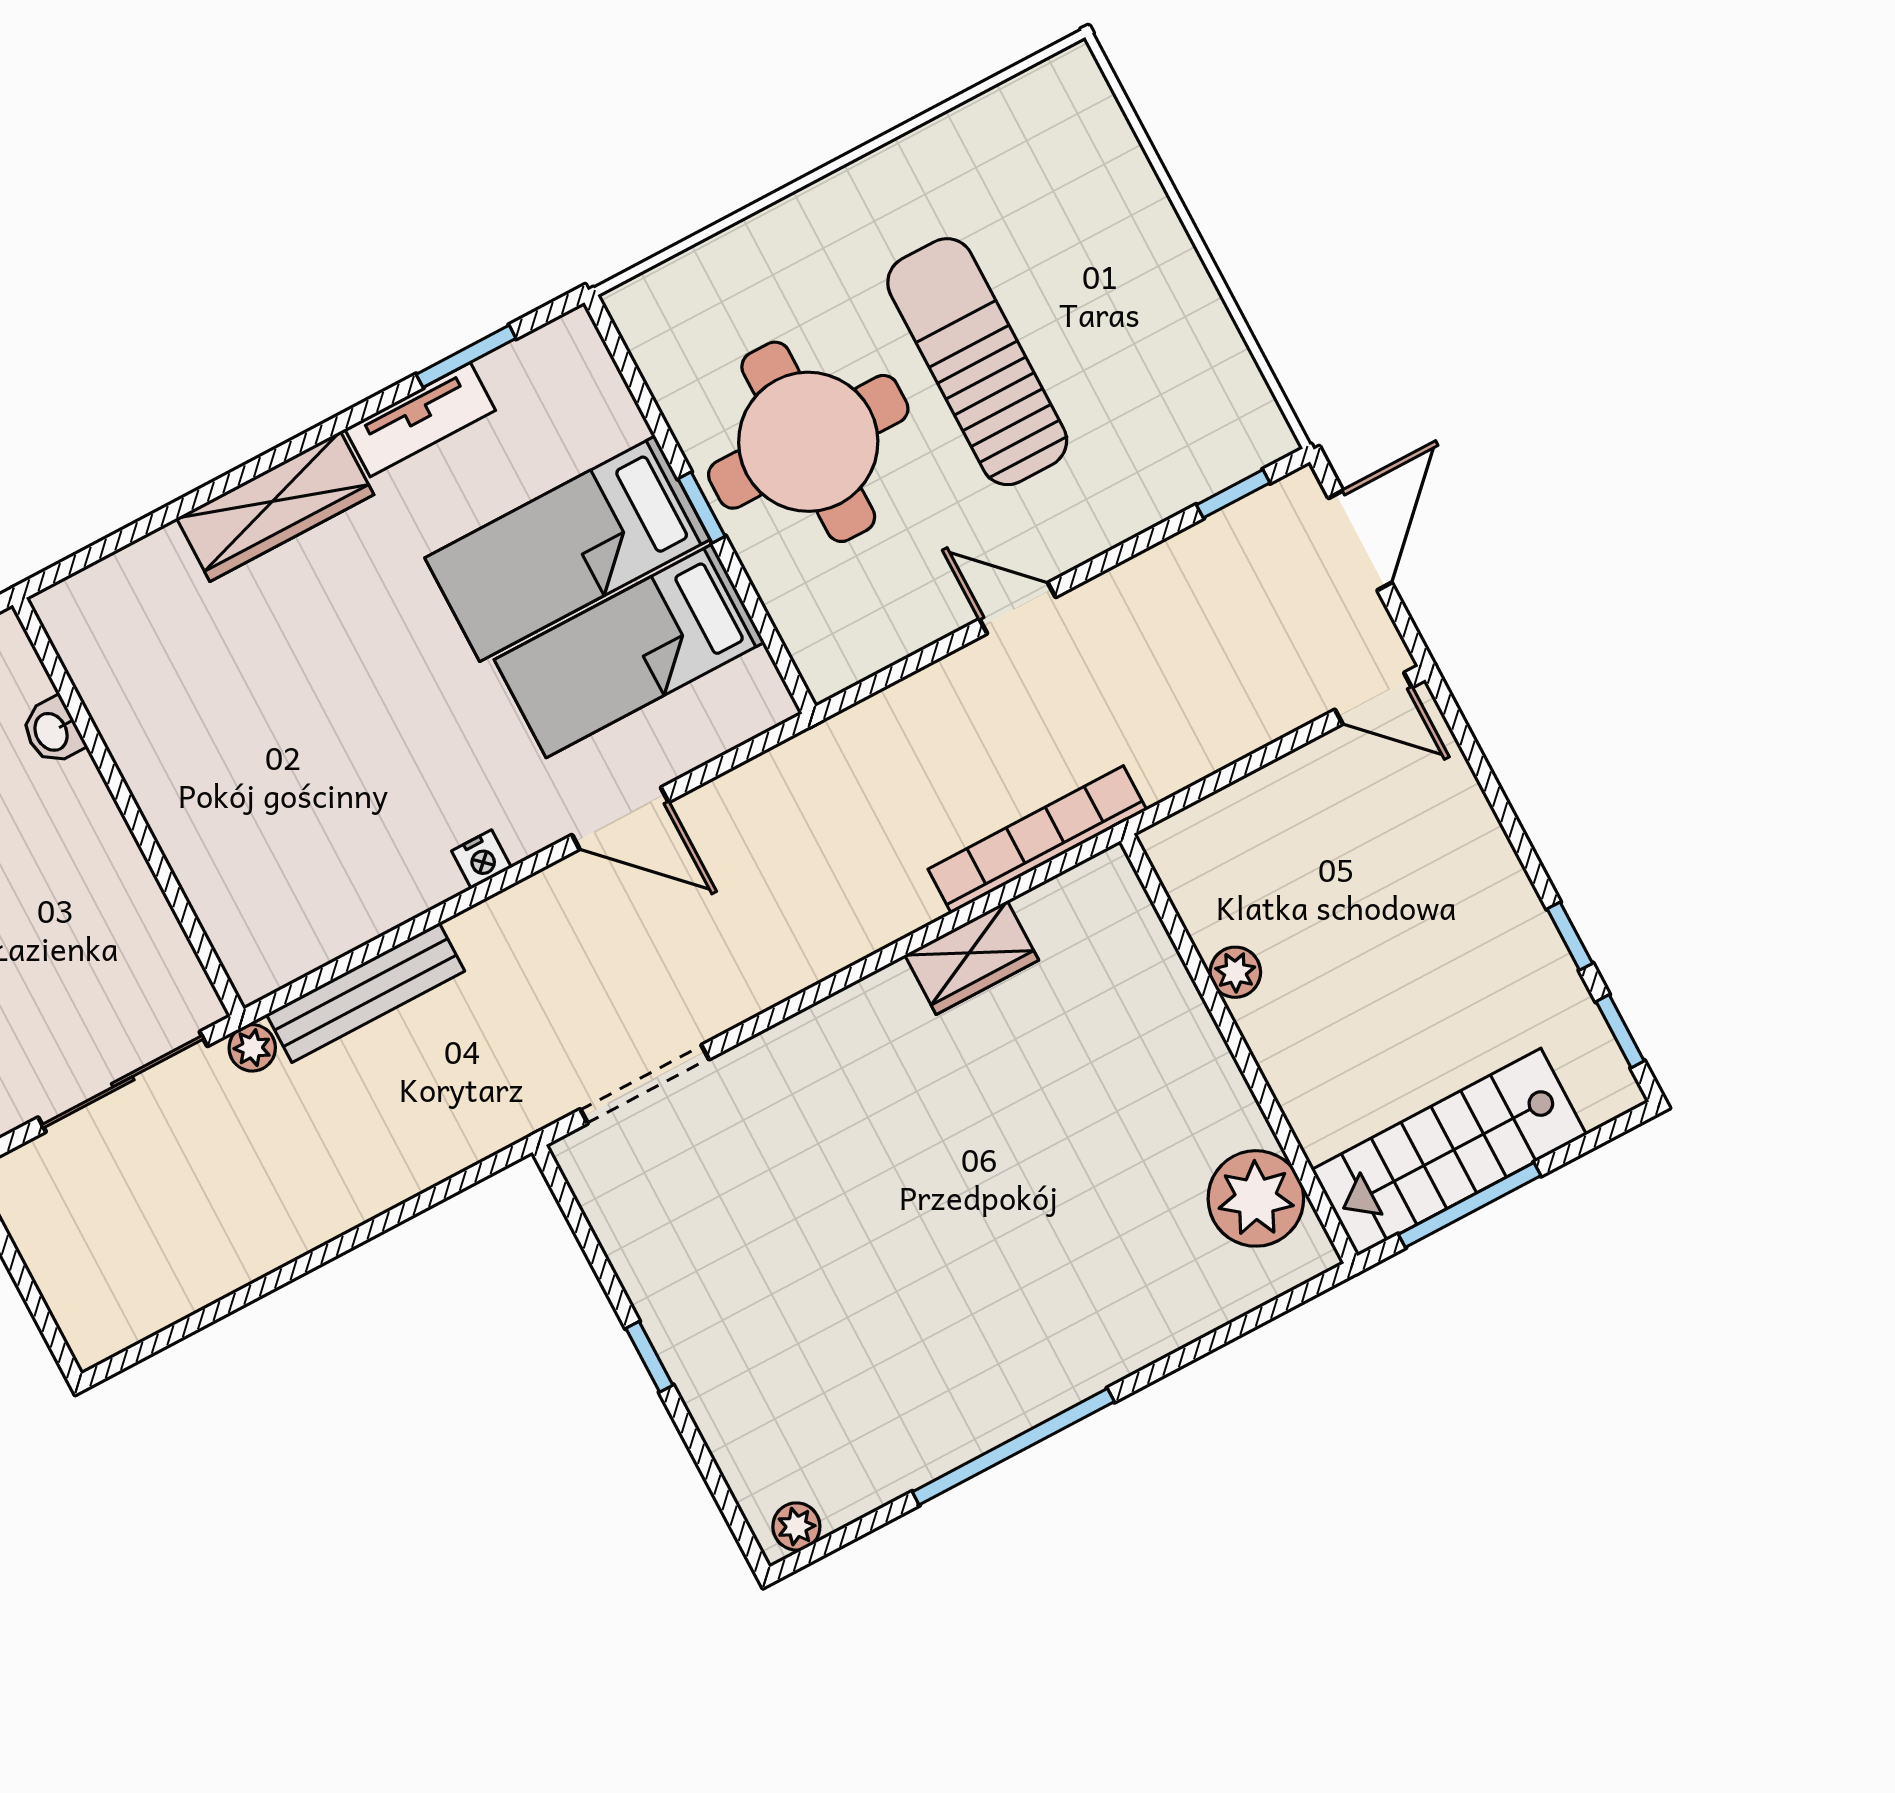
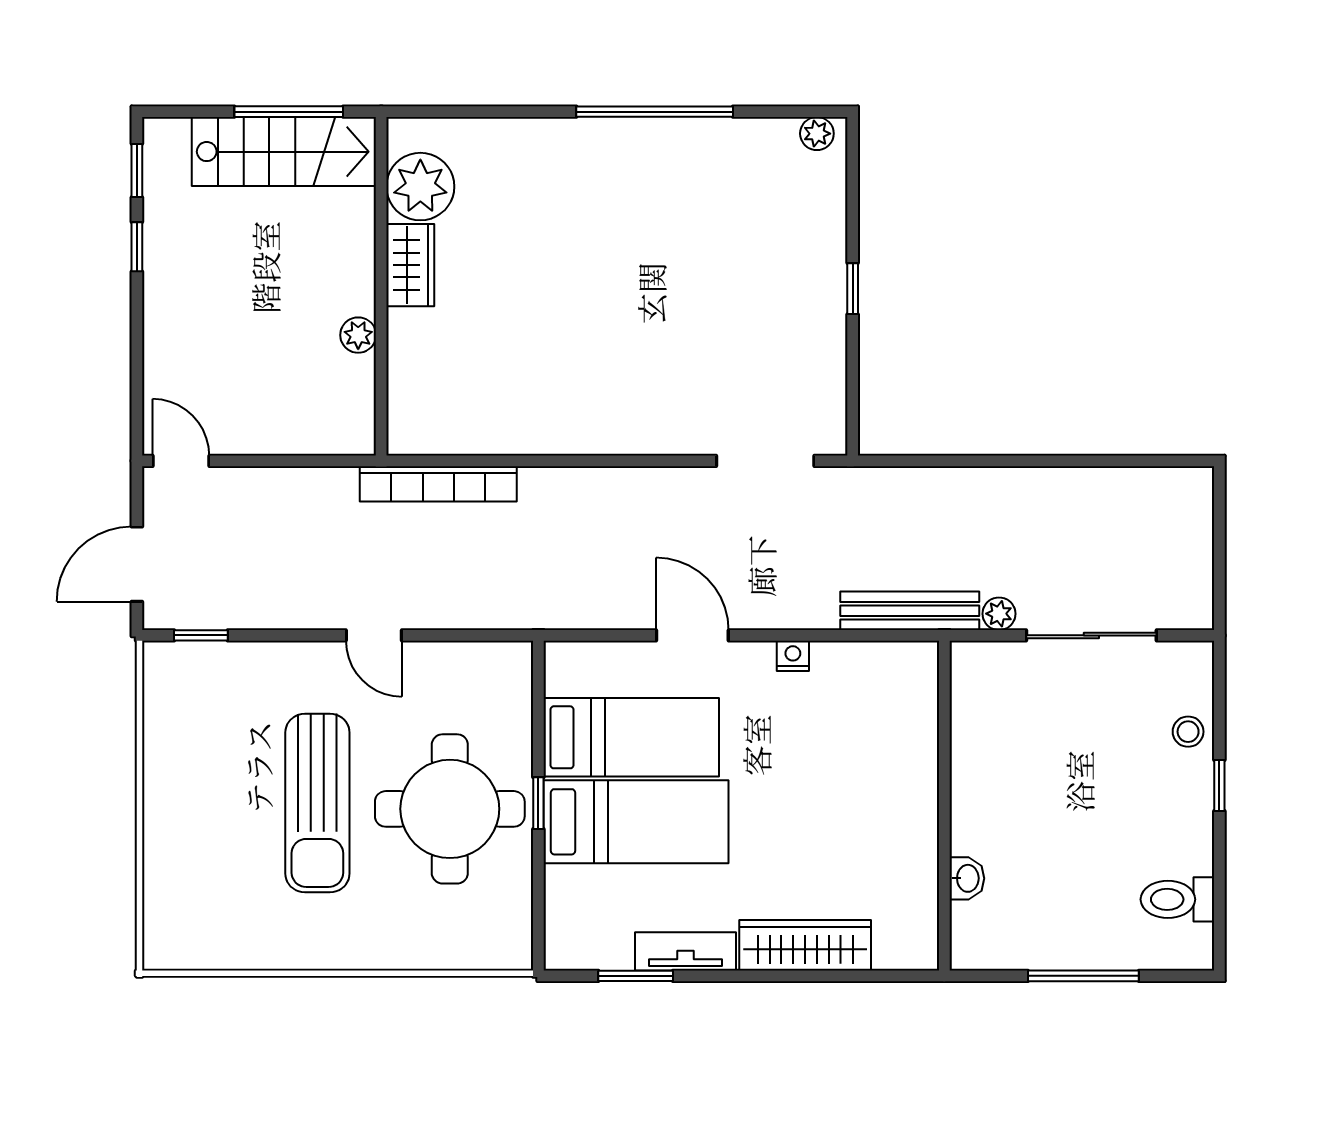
washbasin: (52, 731) -> (967, 878), moved
wall: (128, 807) -> (944, 806), moved
wardrobe: (972, 958) -> (410, 265), moved, turned 90

